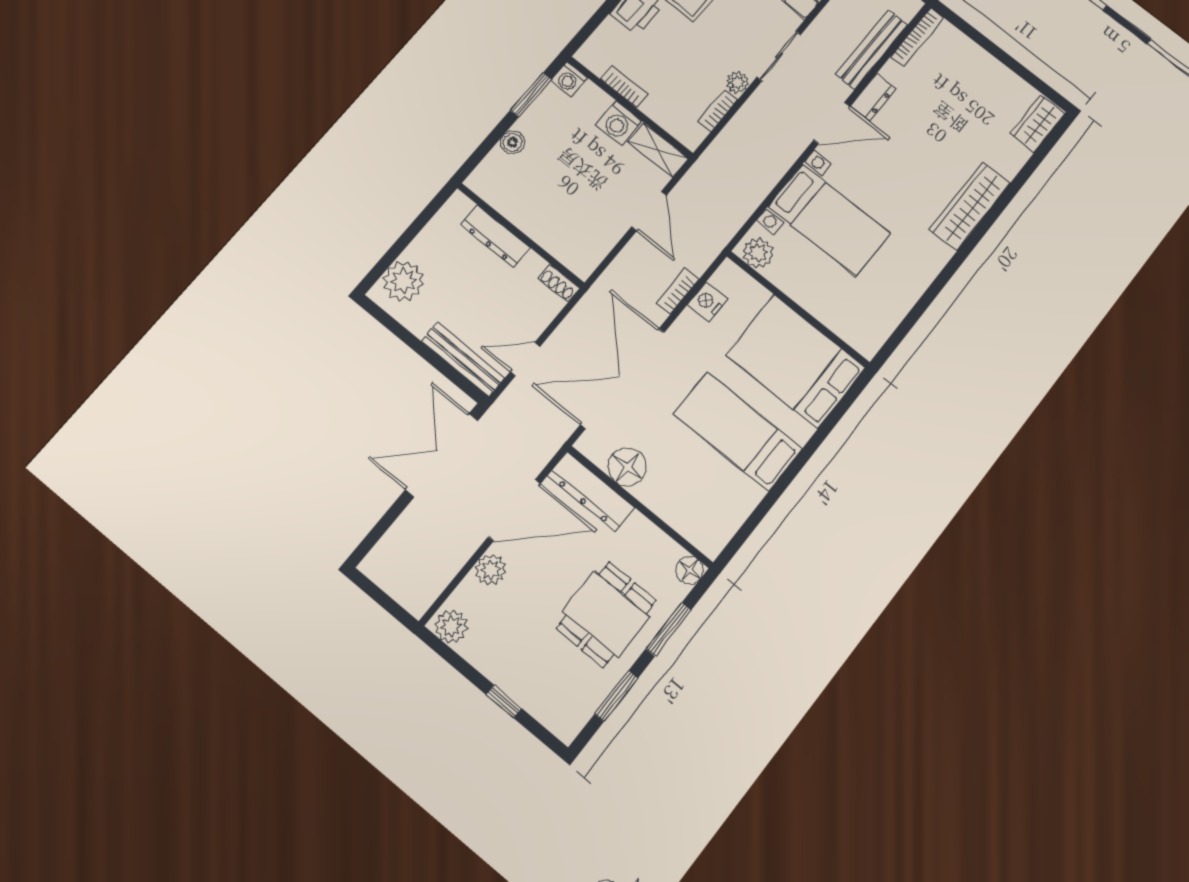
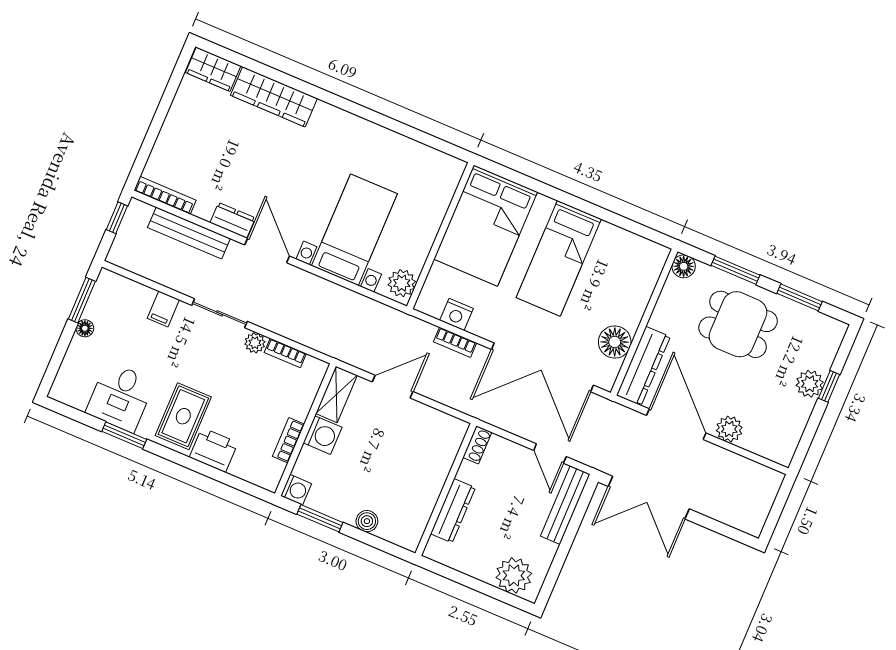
wardrobe: (970, 206) -> (274, 97), moved
plant: (451, 626) -> (810, 384), moved

